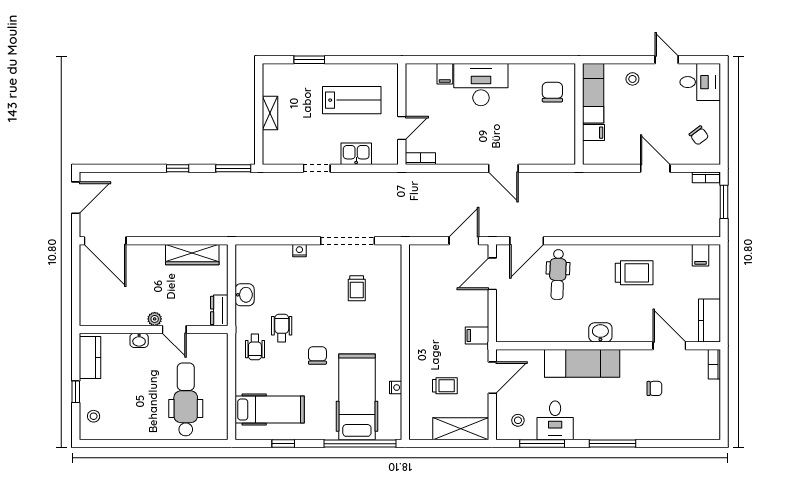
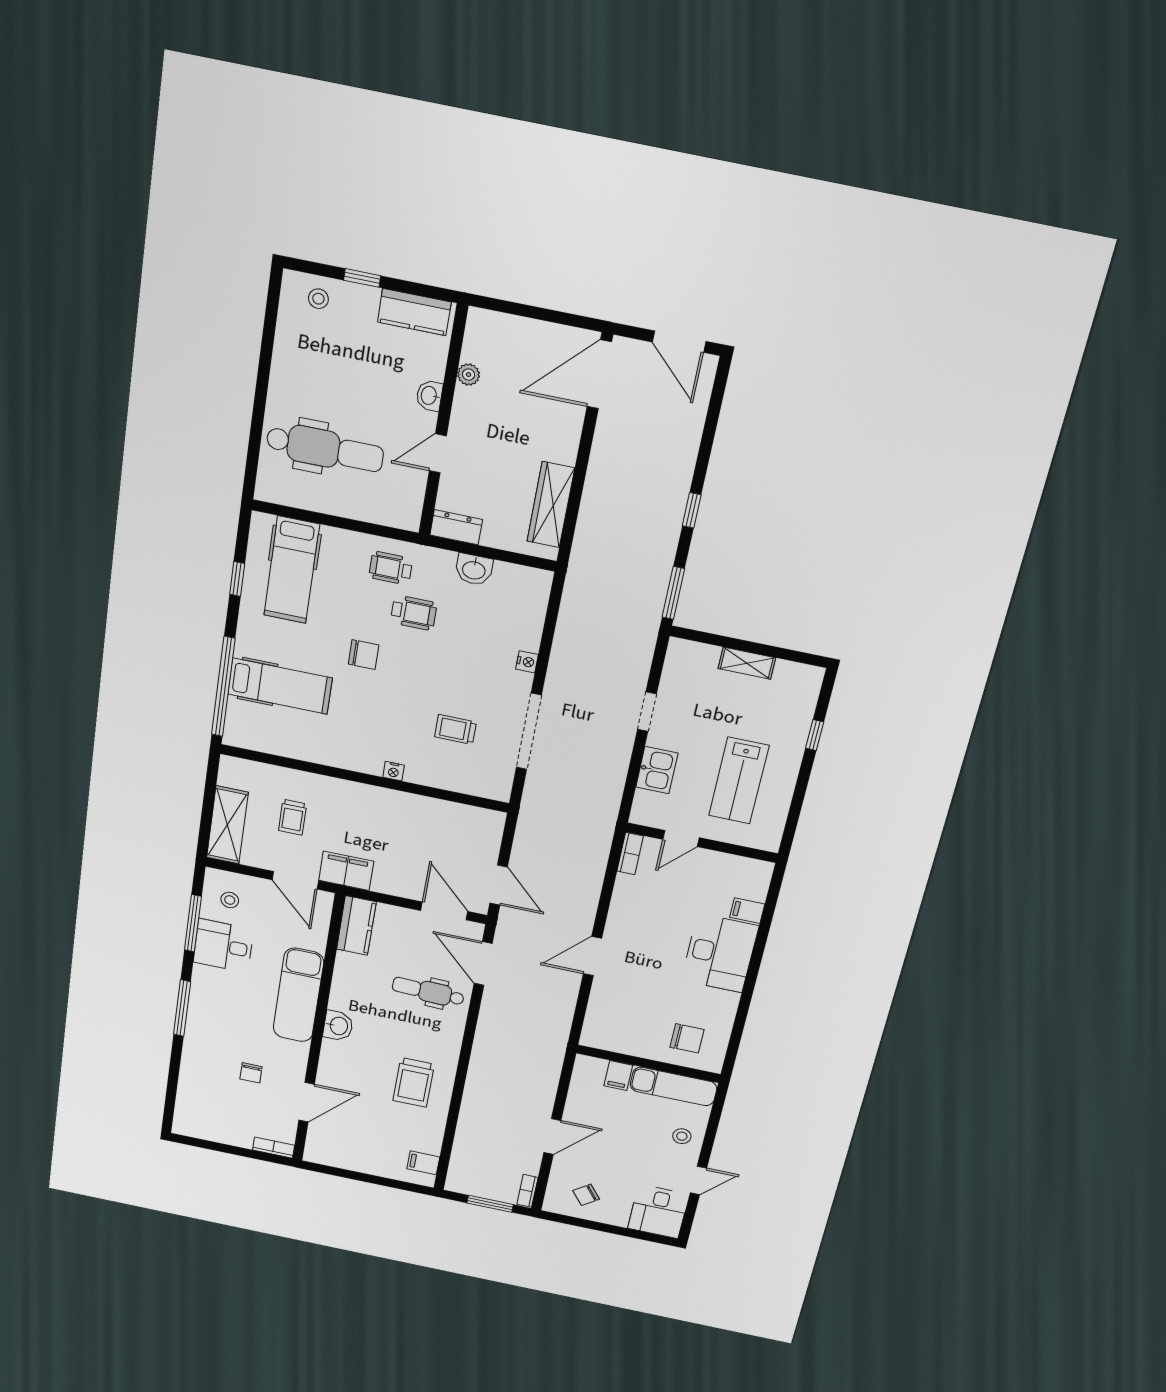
window: (309, 60) -> (815, 735), width x0.67
door: (402, 128) -> (681, 839), hinge flipped
plant: (155, 319) -> (469, 375), moved
kitchen counter: (709, 320) -> (356, 926), moved, turned 90
filing cabinet: (477, 336) -> (346, 871), width x2.00
nightstand: (396, 388) -> (394, 771), moved
hospital bed: (357, 397) -> (280, 686), width x0.73, depth x0.78

